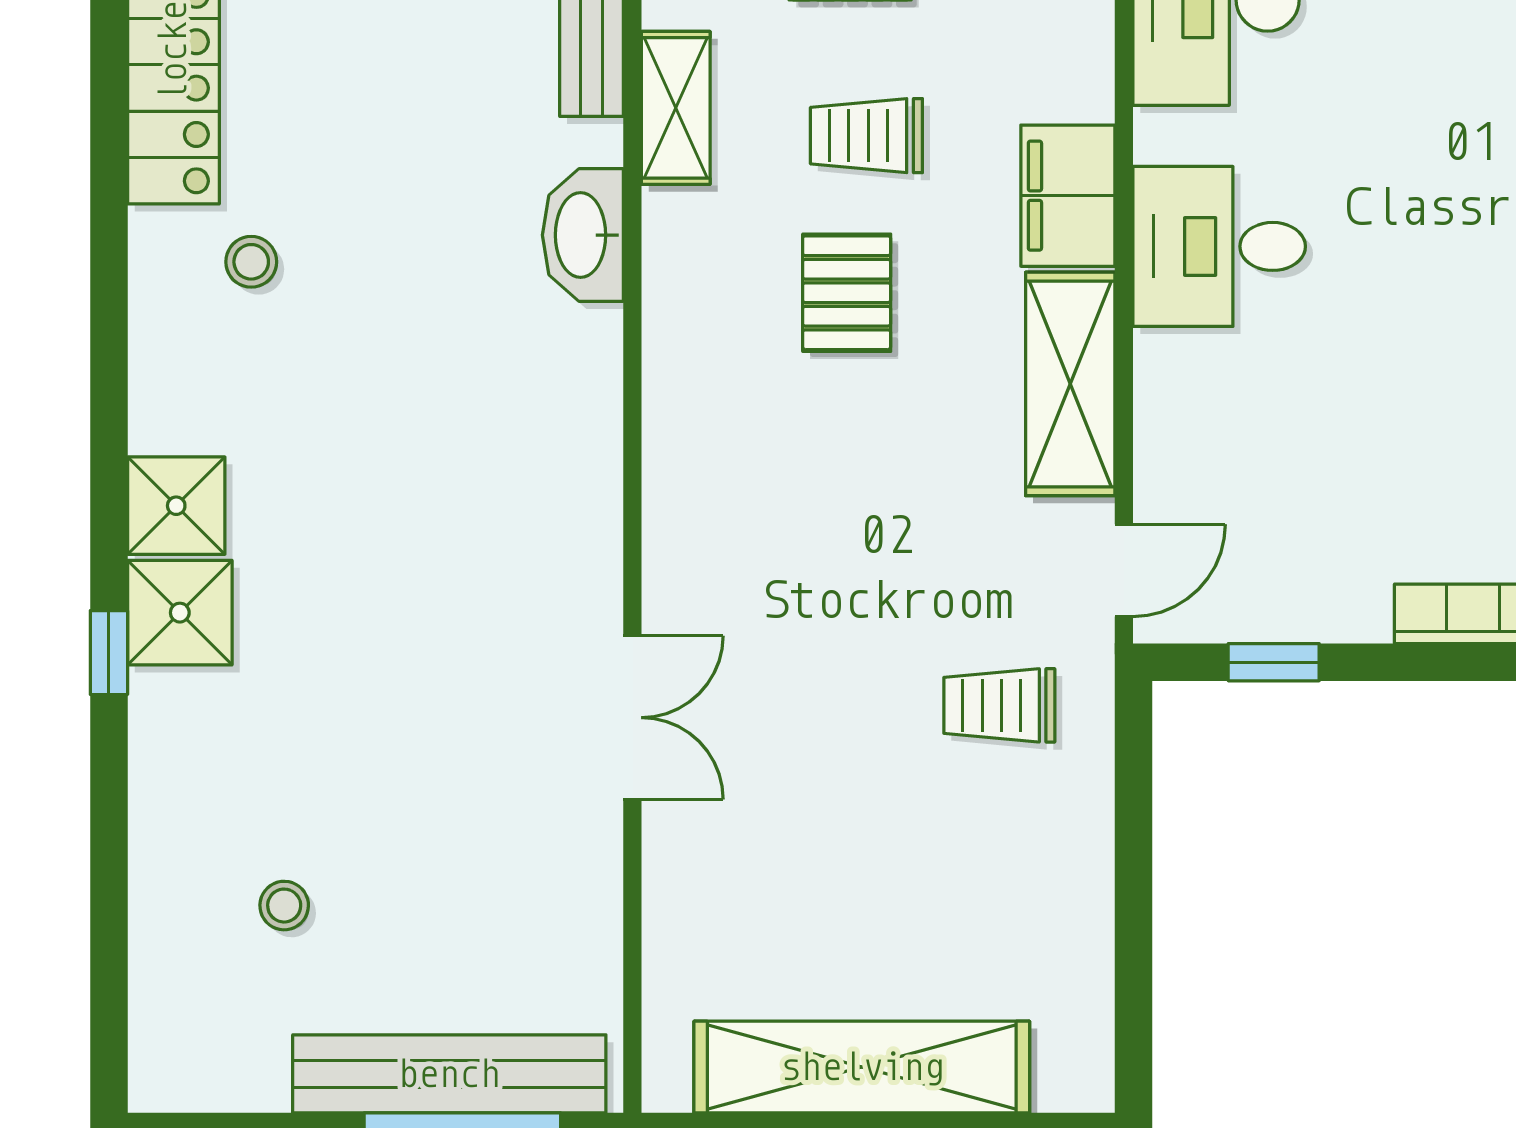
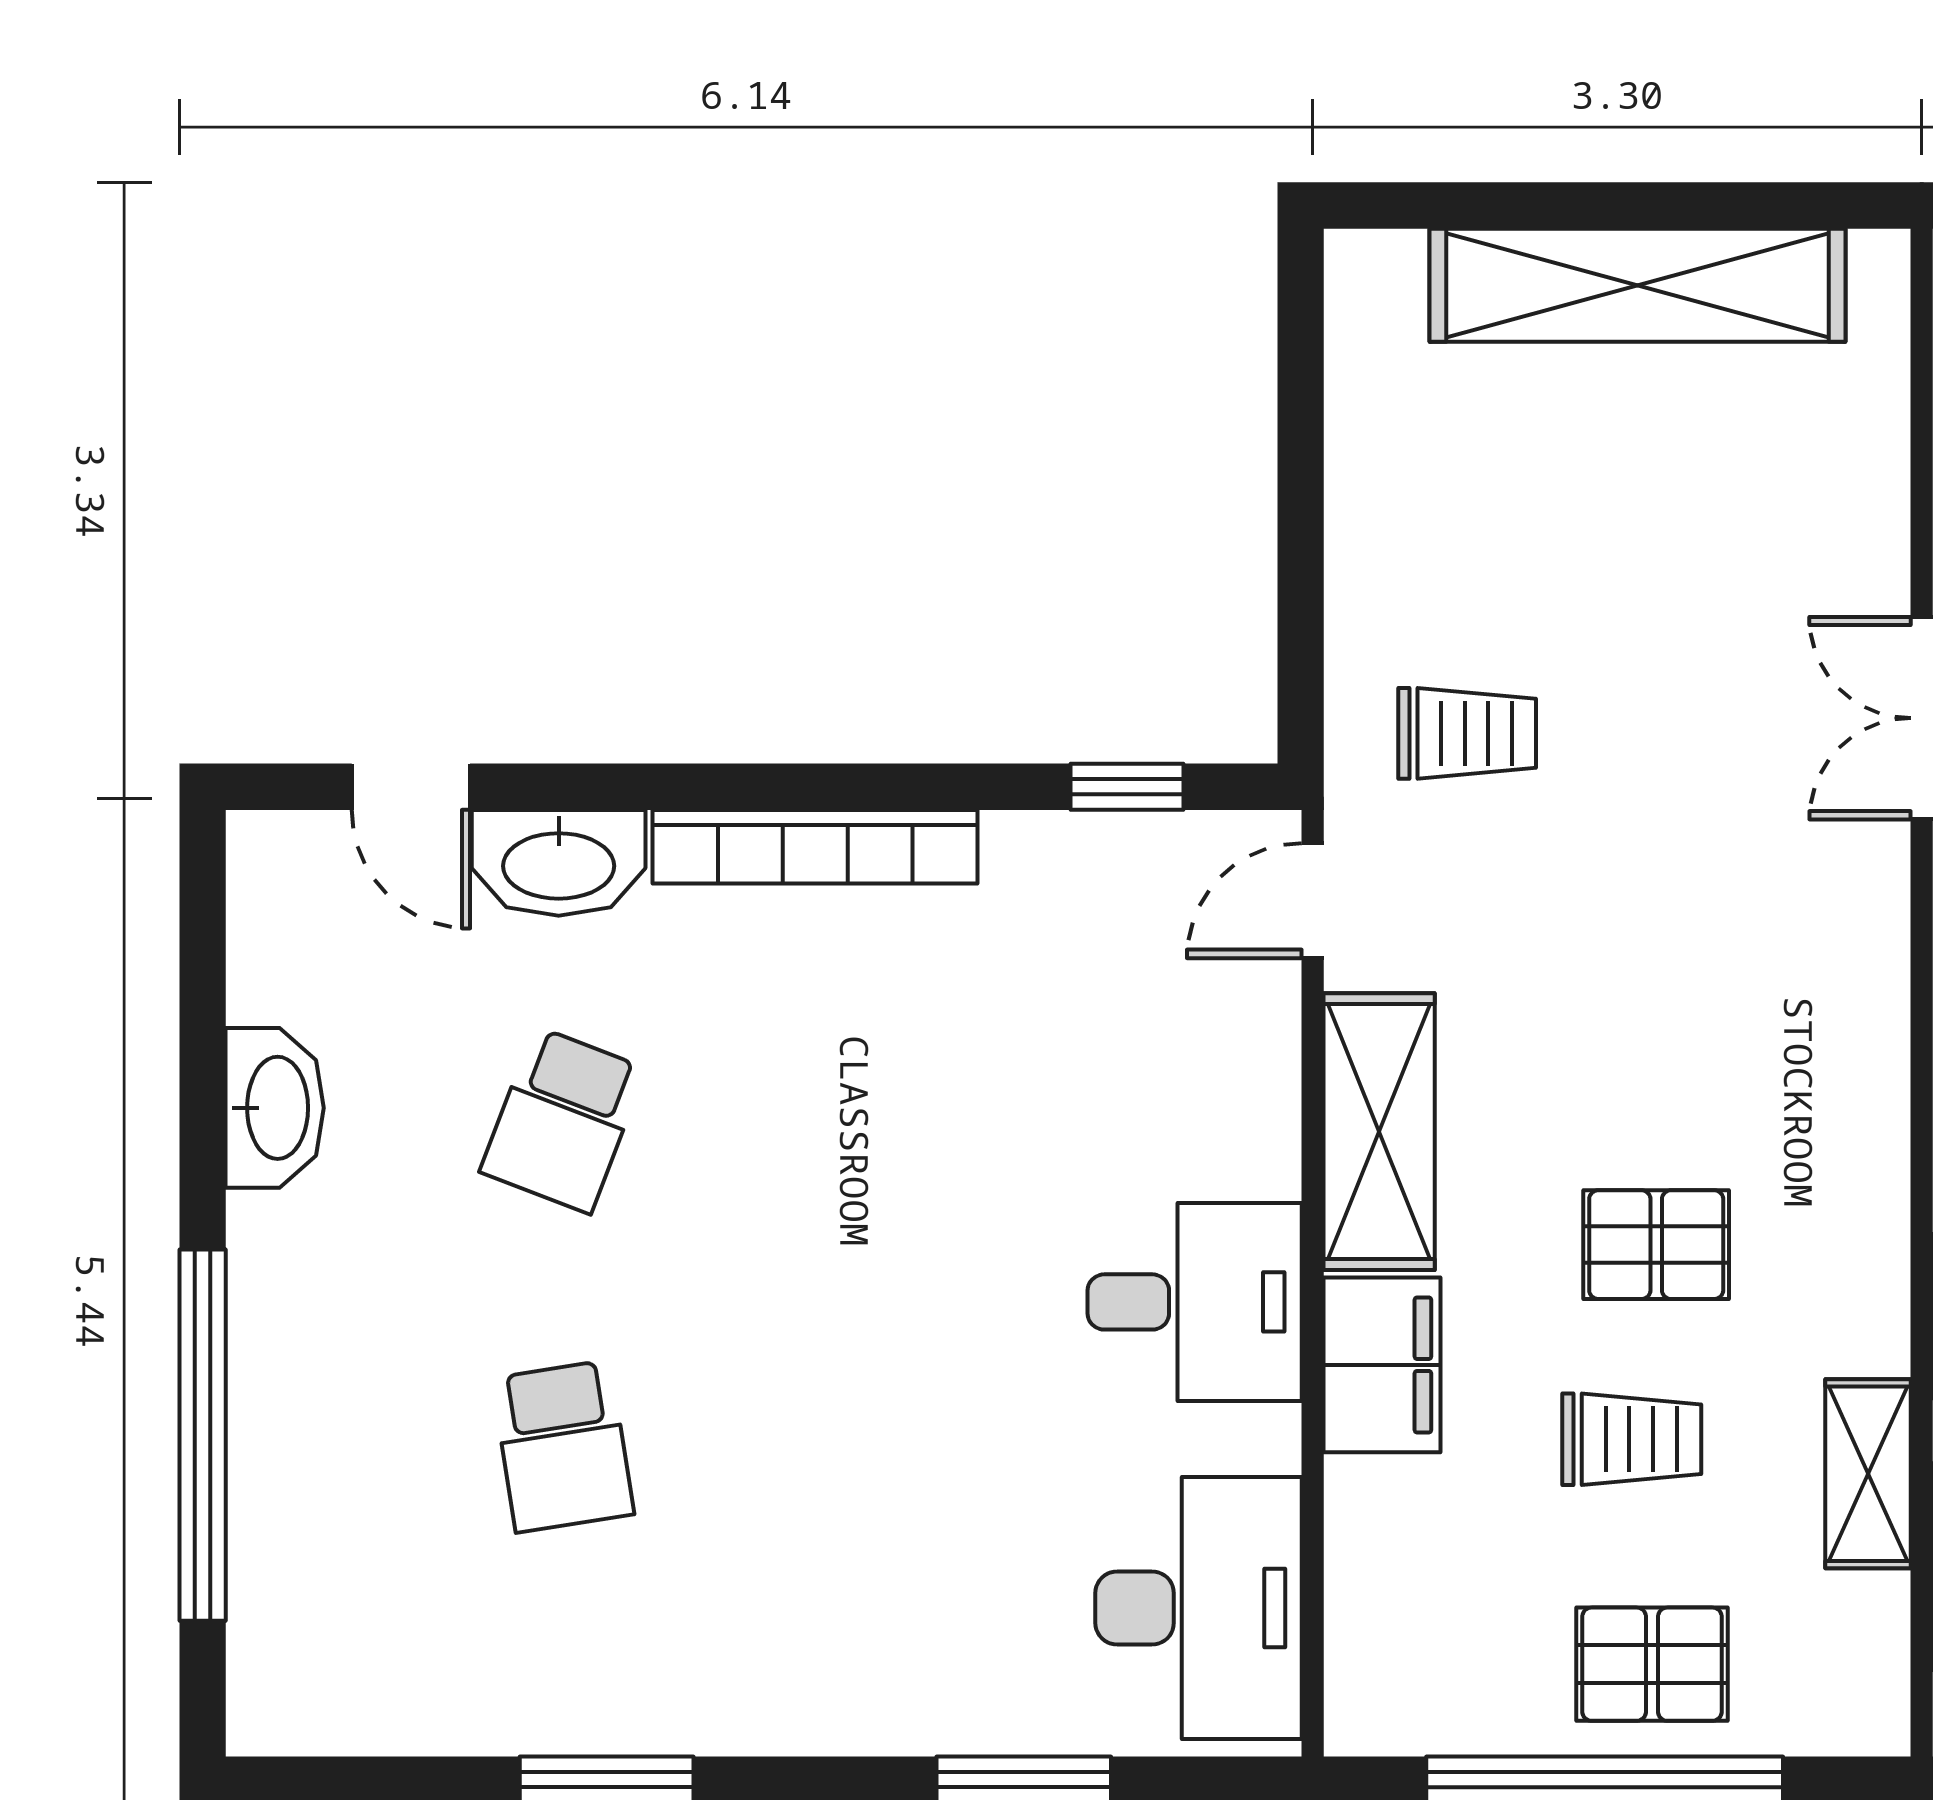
pallet: (847, 293) -> (1656, 1245), turned 90

